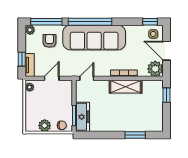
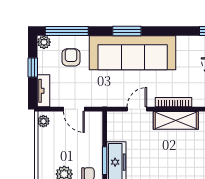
window: (90, 22) -> (127, 31), width x0.47
window: (22, 59) -> (33, 68), moved
door: (52, 78) -> (74, 109), swing flipped
door: (87, 78) -> (137, 109), moved

